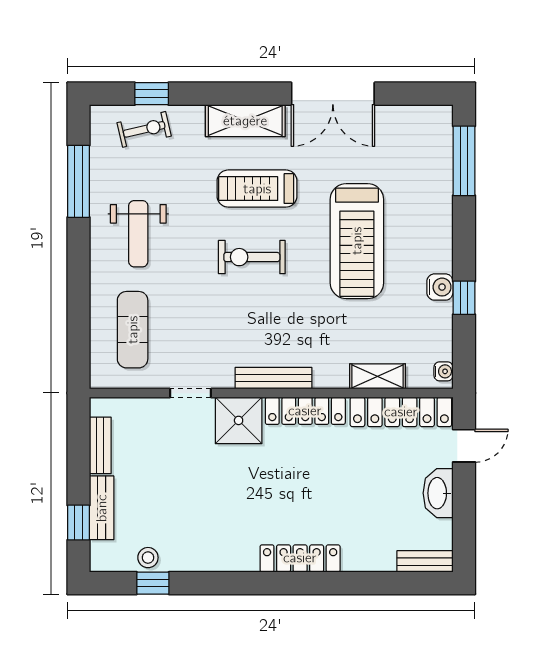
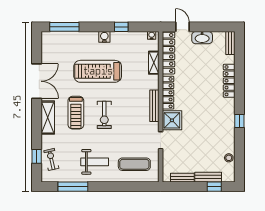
treadmill: (357, 241) -> (98, 71), turned 180
water cooler: (440, 287) -> (104, 37), moved
locker: (300, 558) -> (229, 81), moved
window: (153, 583) -> (239, 121), moved

